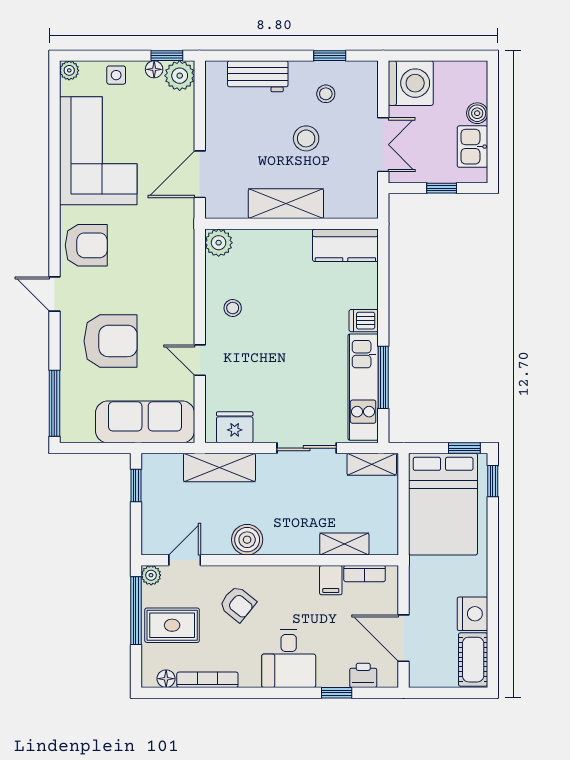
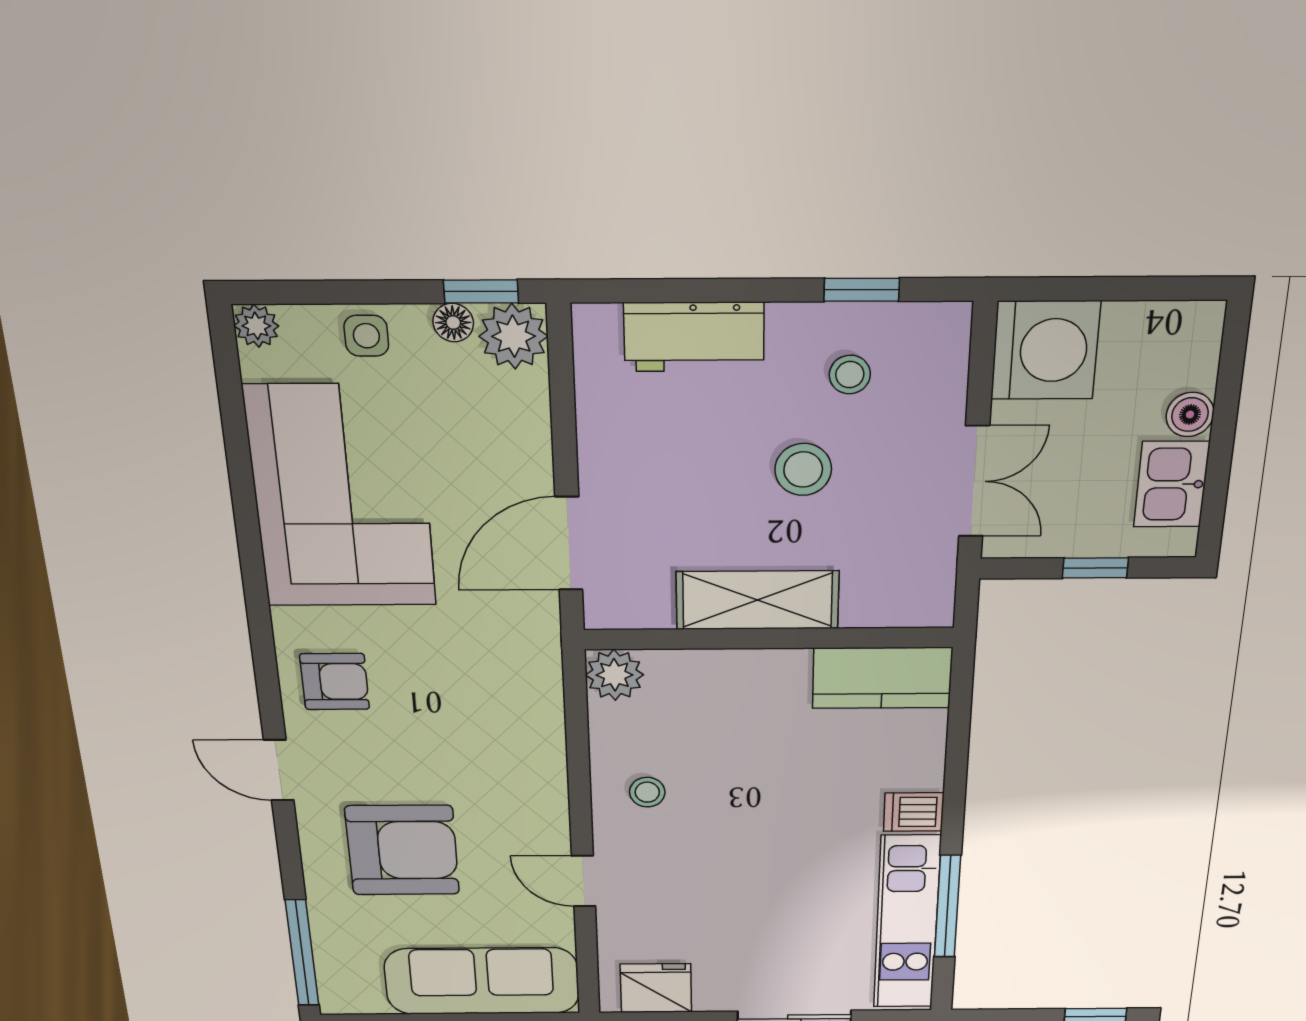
armchair: (86, 245) -> (335, 682), width x0.72, depth x0.72

